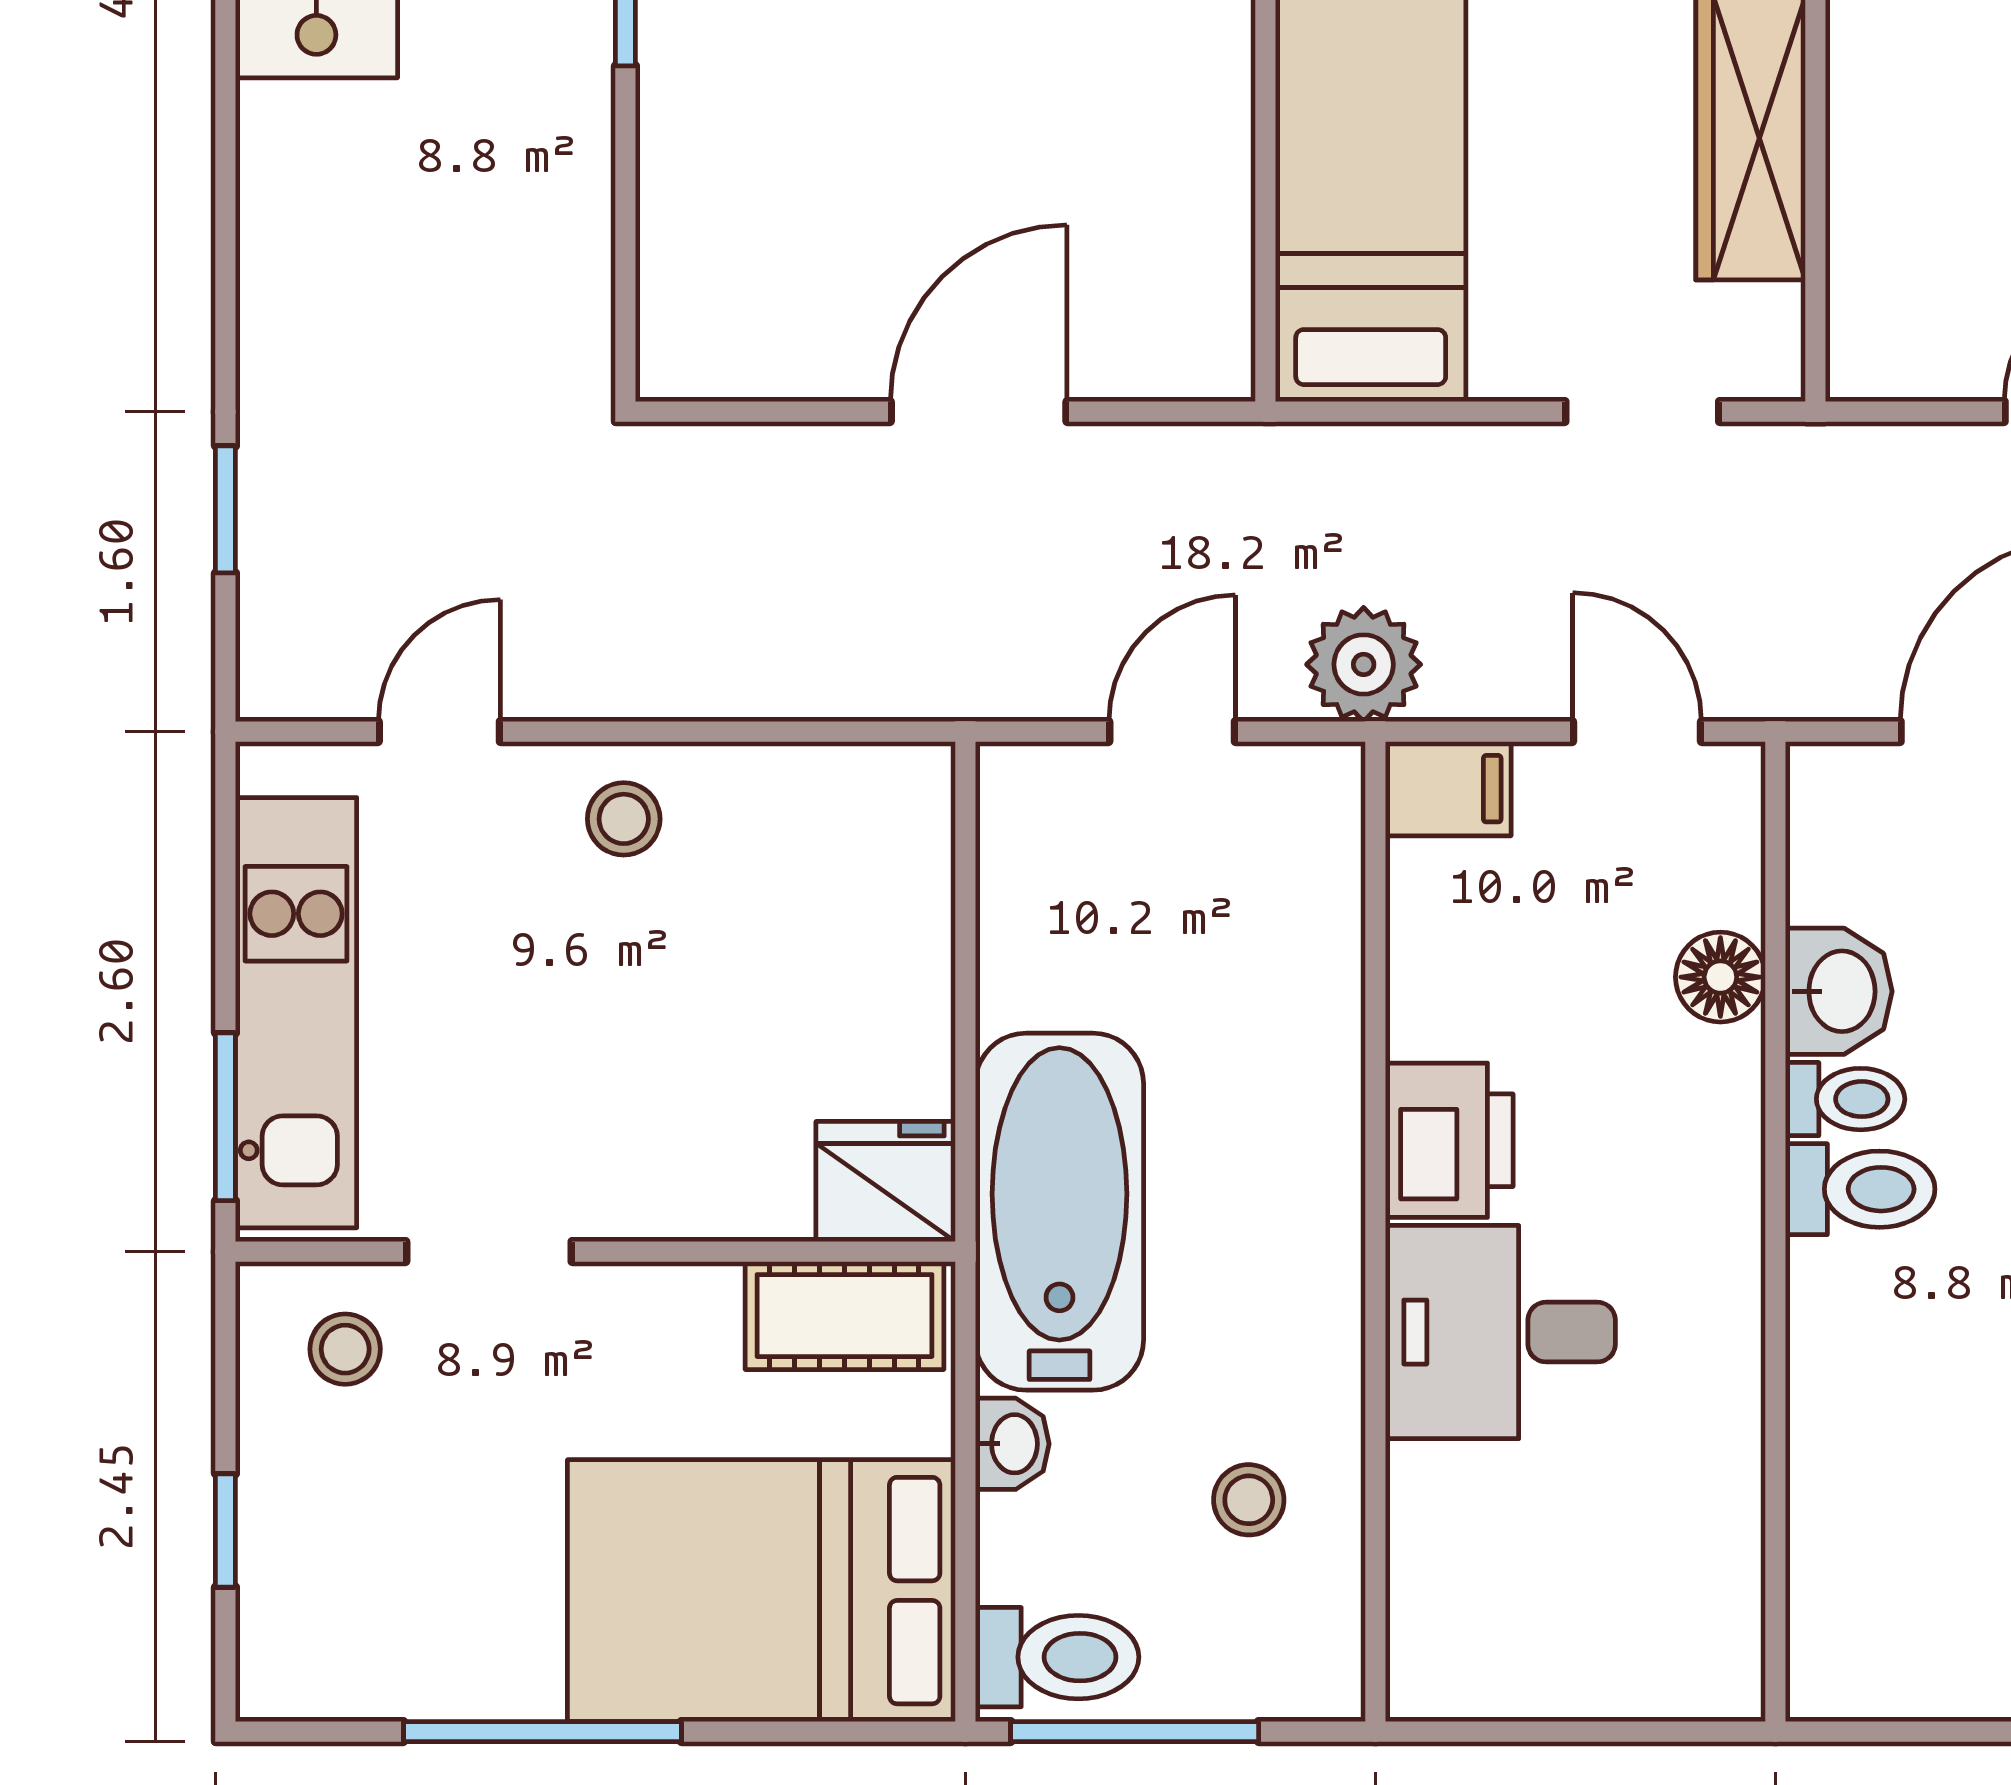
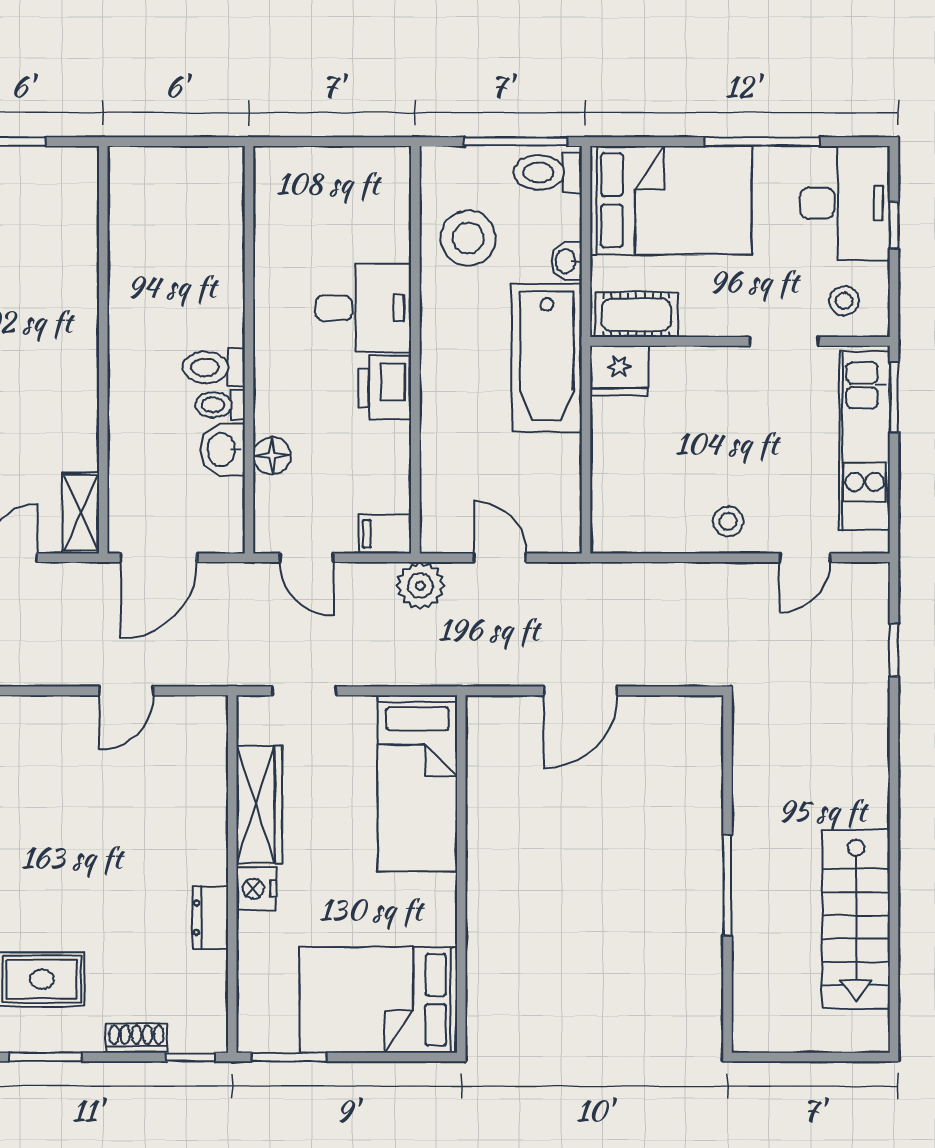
door: (1172, 732) -> (500, 558), swing flipped
stool: (1249, 1500) -> (468, 238), width x1.89, depth x1.89
desk: (343, 1584) -> (845, 203), added

